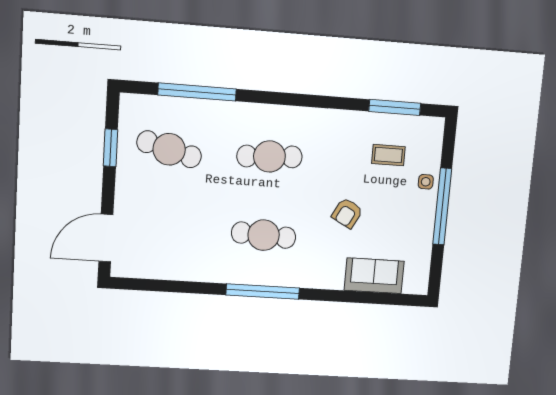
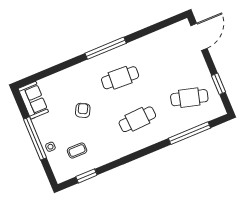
window: (395, 107) -> (86, 176), width x0.69
sofa: (374, 276) -> (33, 100), moved, turned -90

